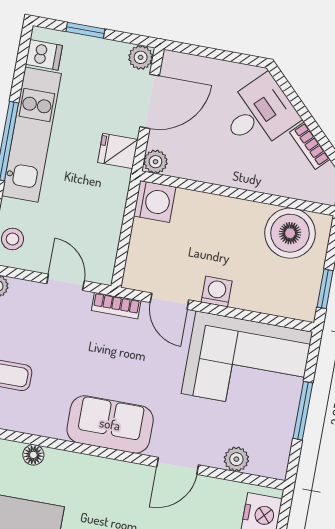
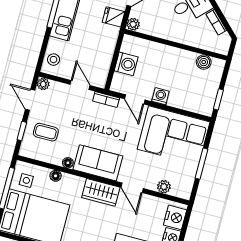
washing machine: (155, 201) -> (126, 64), moved
boiler: (290, 233) -> (204, 62), width x0.54, depth x0.54
floor lamp: (54, 429) -> (68, 163), added
door: (178, 466) -> (132, 188), hinge flipped
wardrobe: (120, 479) -> (101, 192), added

